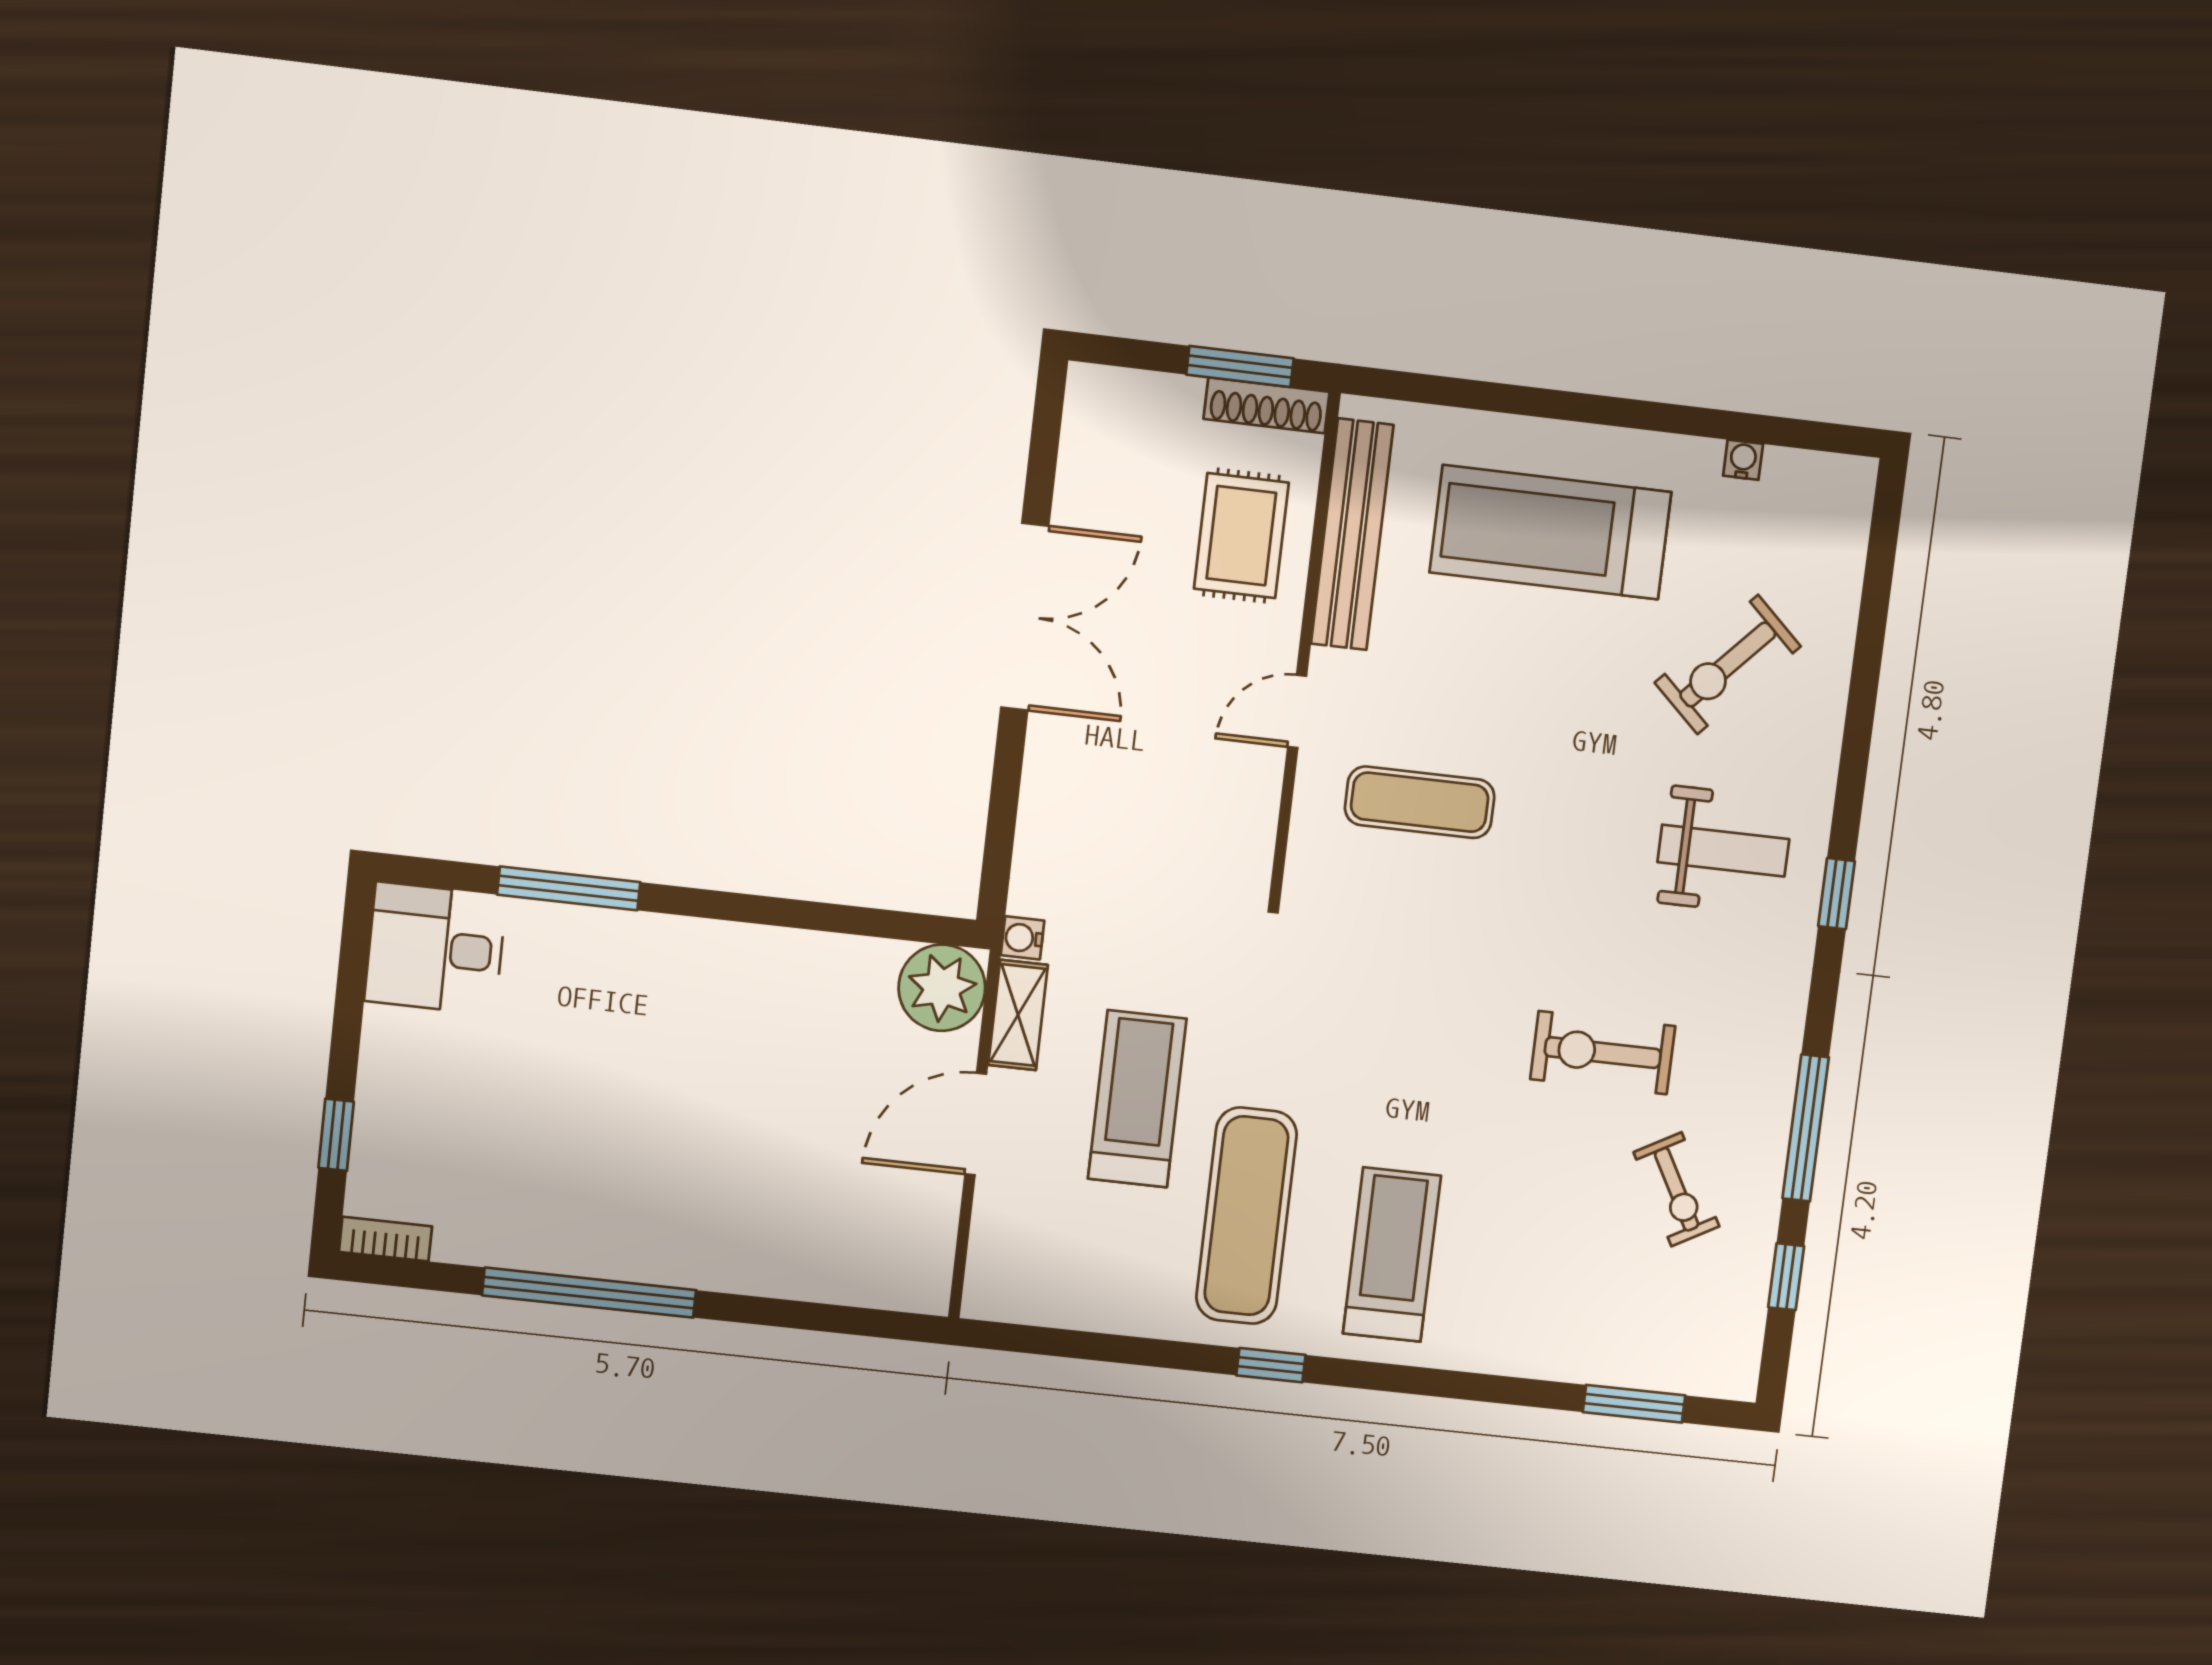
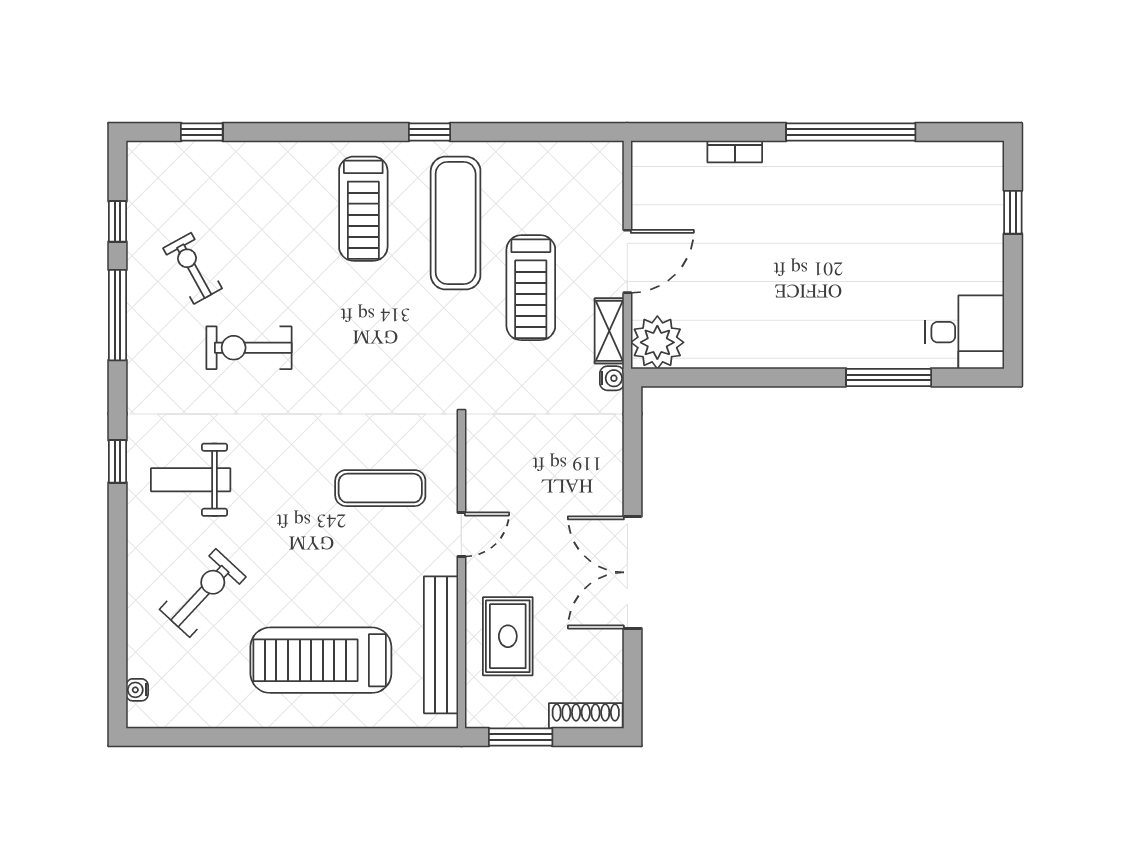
shoe rack: (1267, 405) -> (586, 716), moved
water cooler: (1743, 460) -> (137, 690), moved, turned 90
treadmill: (1550, 532) -> (321, 660), turned 180
exercise bike: (1603, 1053) -> (249, 348), turned 180
bookcase: (385, 1239) -> (735, 152), moved
window: (1634, 1404) -> (202, 132), width x0.67

